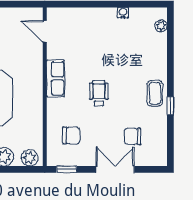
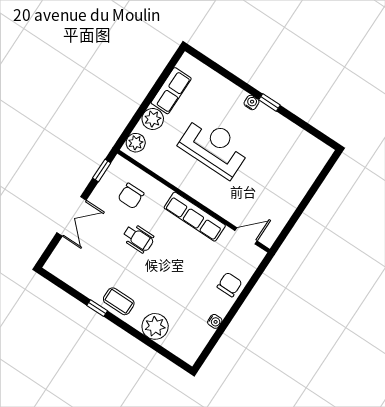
plant: (161, 26) -> (155, 326), moved, width x1.87, depth x1.87
row of seats: (55, 78) -> (195, 217), width x1.48
wheelchair: (99, 93) -> (138, 238), moved
chair: (133, 136) -> (230, 285), moved

